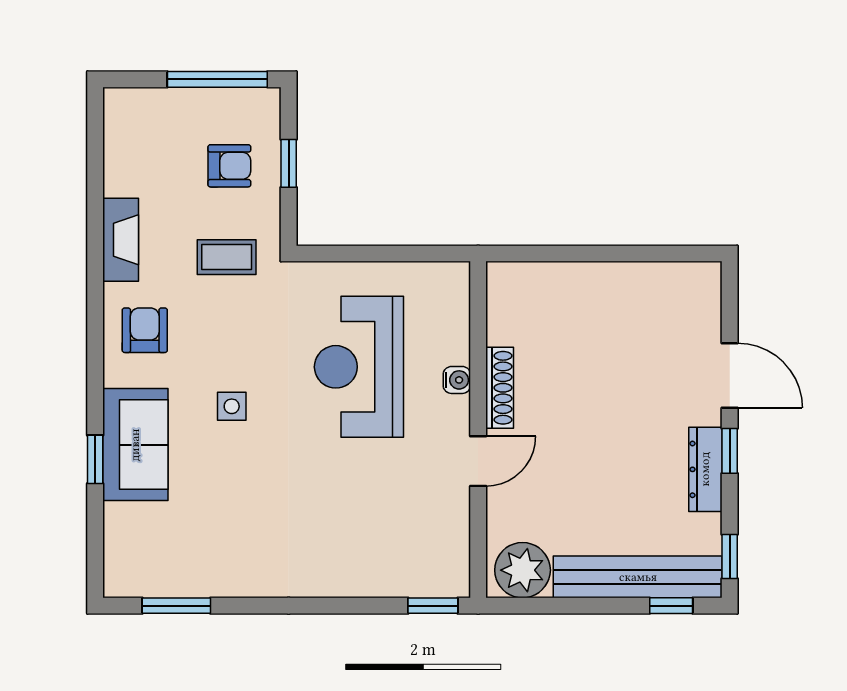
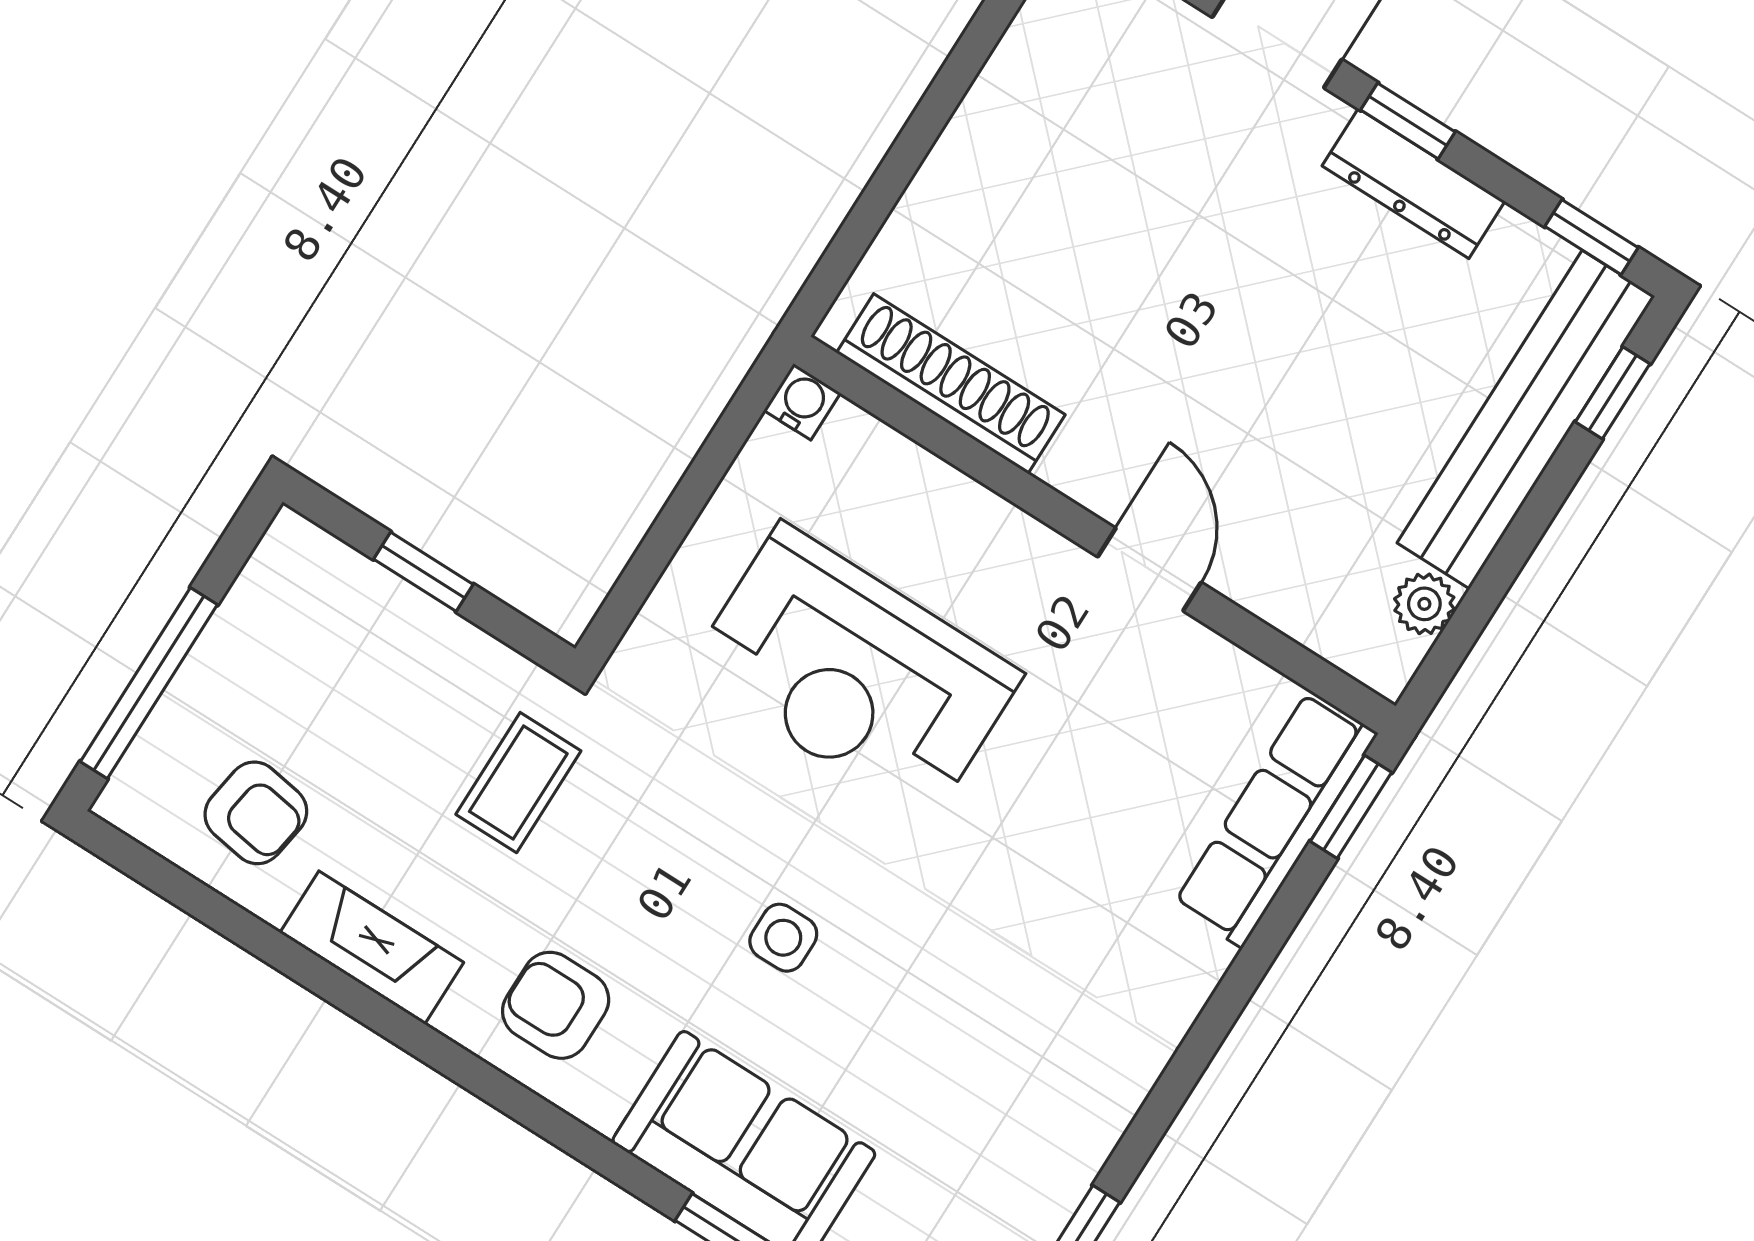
window: (217, 79) -> (149, 683), moved
armchair: (229, 166) -> (256, 813), moved, turned 99
water cooler: (457, 380) -> (802, 402), moved
shoe rack: (500, 388) -> (951, 384), moved, width x1.36, depth x1.24
plant: (523, 570) -> (1424, 604), width x0.53, depth x0.53
row of seats: (408, 578) -> (1276, 819), added

